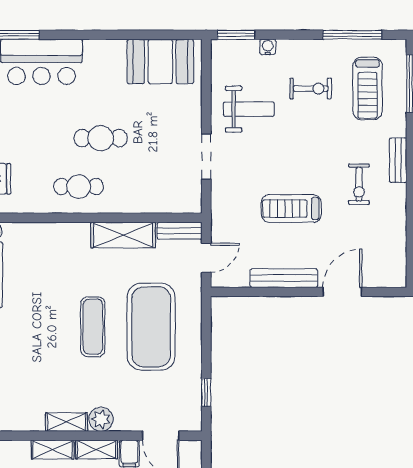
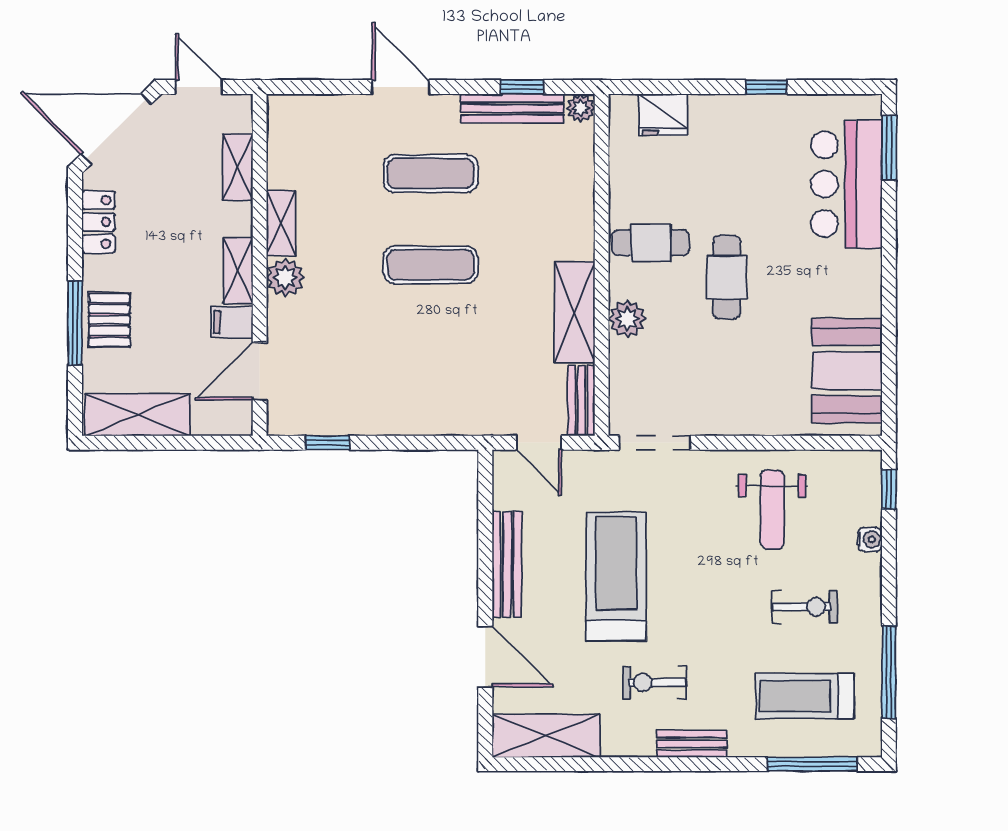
window: (236, 35) -> (889, 489), width x0.67
exercise bike: (311, 89) -> (804, 607), turned -90
doorway: (206, 156) -> (655, 443), moved
cafe table: (79, 187) -> (651, 243), turned 90
plant: (127, 201) -> (627, 319), added
treadmill: (291, 209) -> (616, 576), width x1.37, depth x1.38
shelving: (393, 253) -> (546, 736), added
exercise mat: (151, 327) -> (431, 173), moved, width x0.50, depth x0.69
shelving: (53, 450) -> (238, 167), moved

